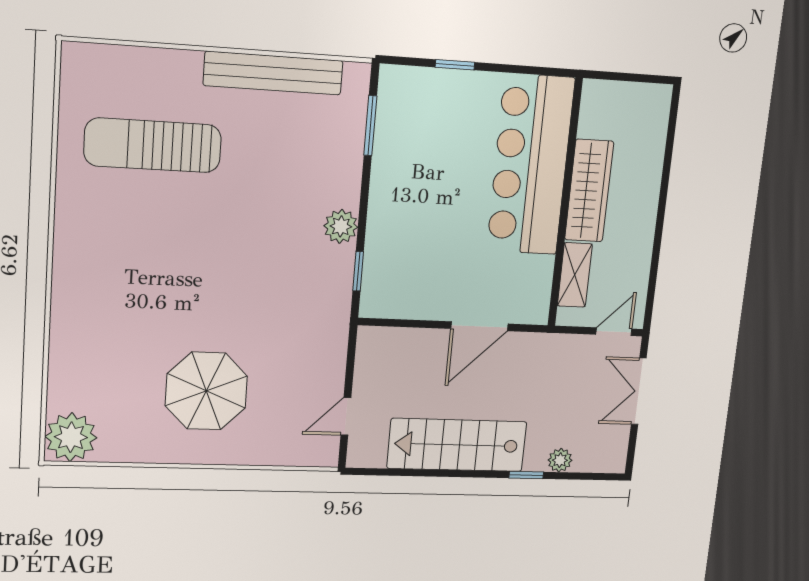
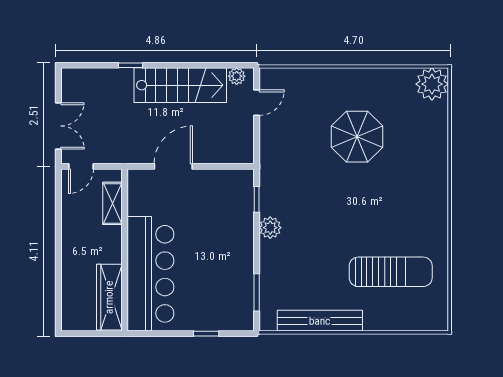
wardrobe: (589, 191) -> (109, 297), moved
parasol: (206, 391) -> (357, 137), moved
plant: (560, 460) -> (237, 76), moved

